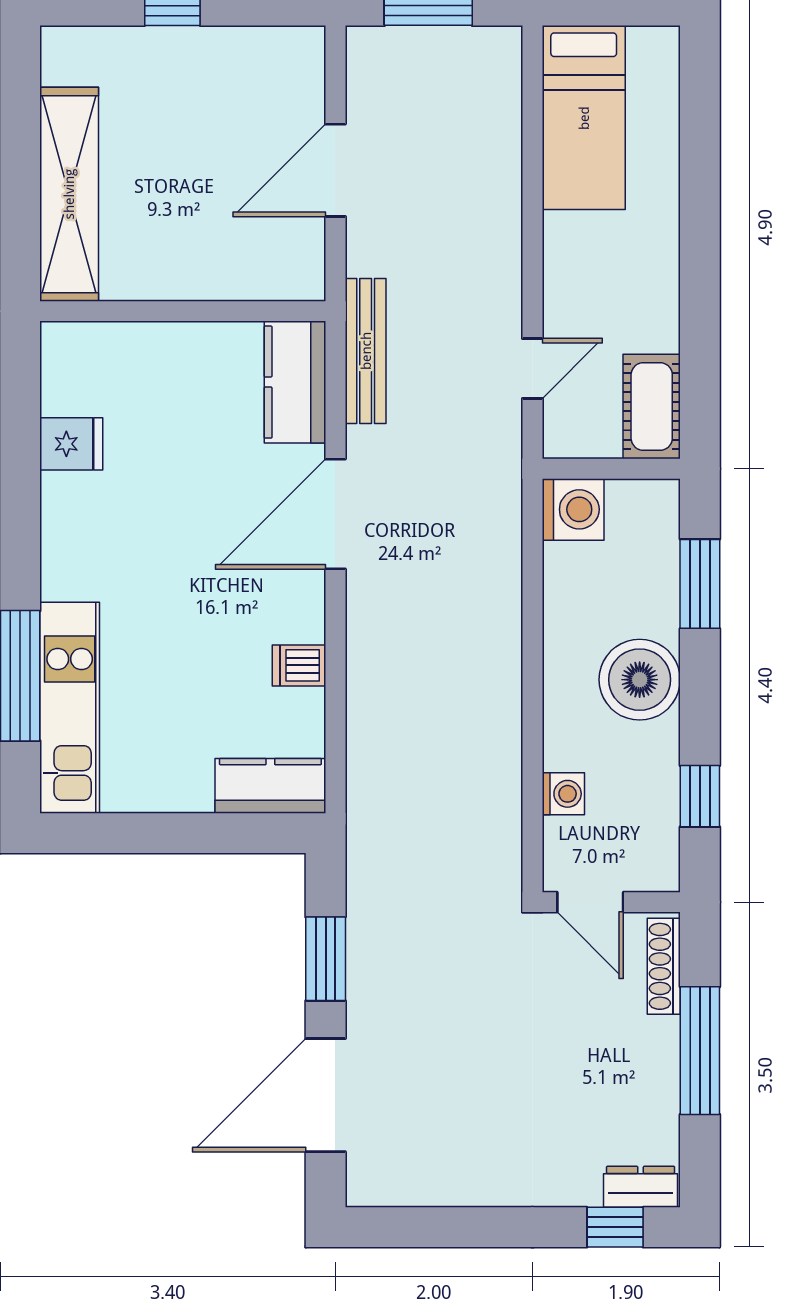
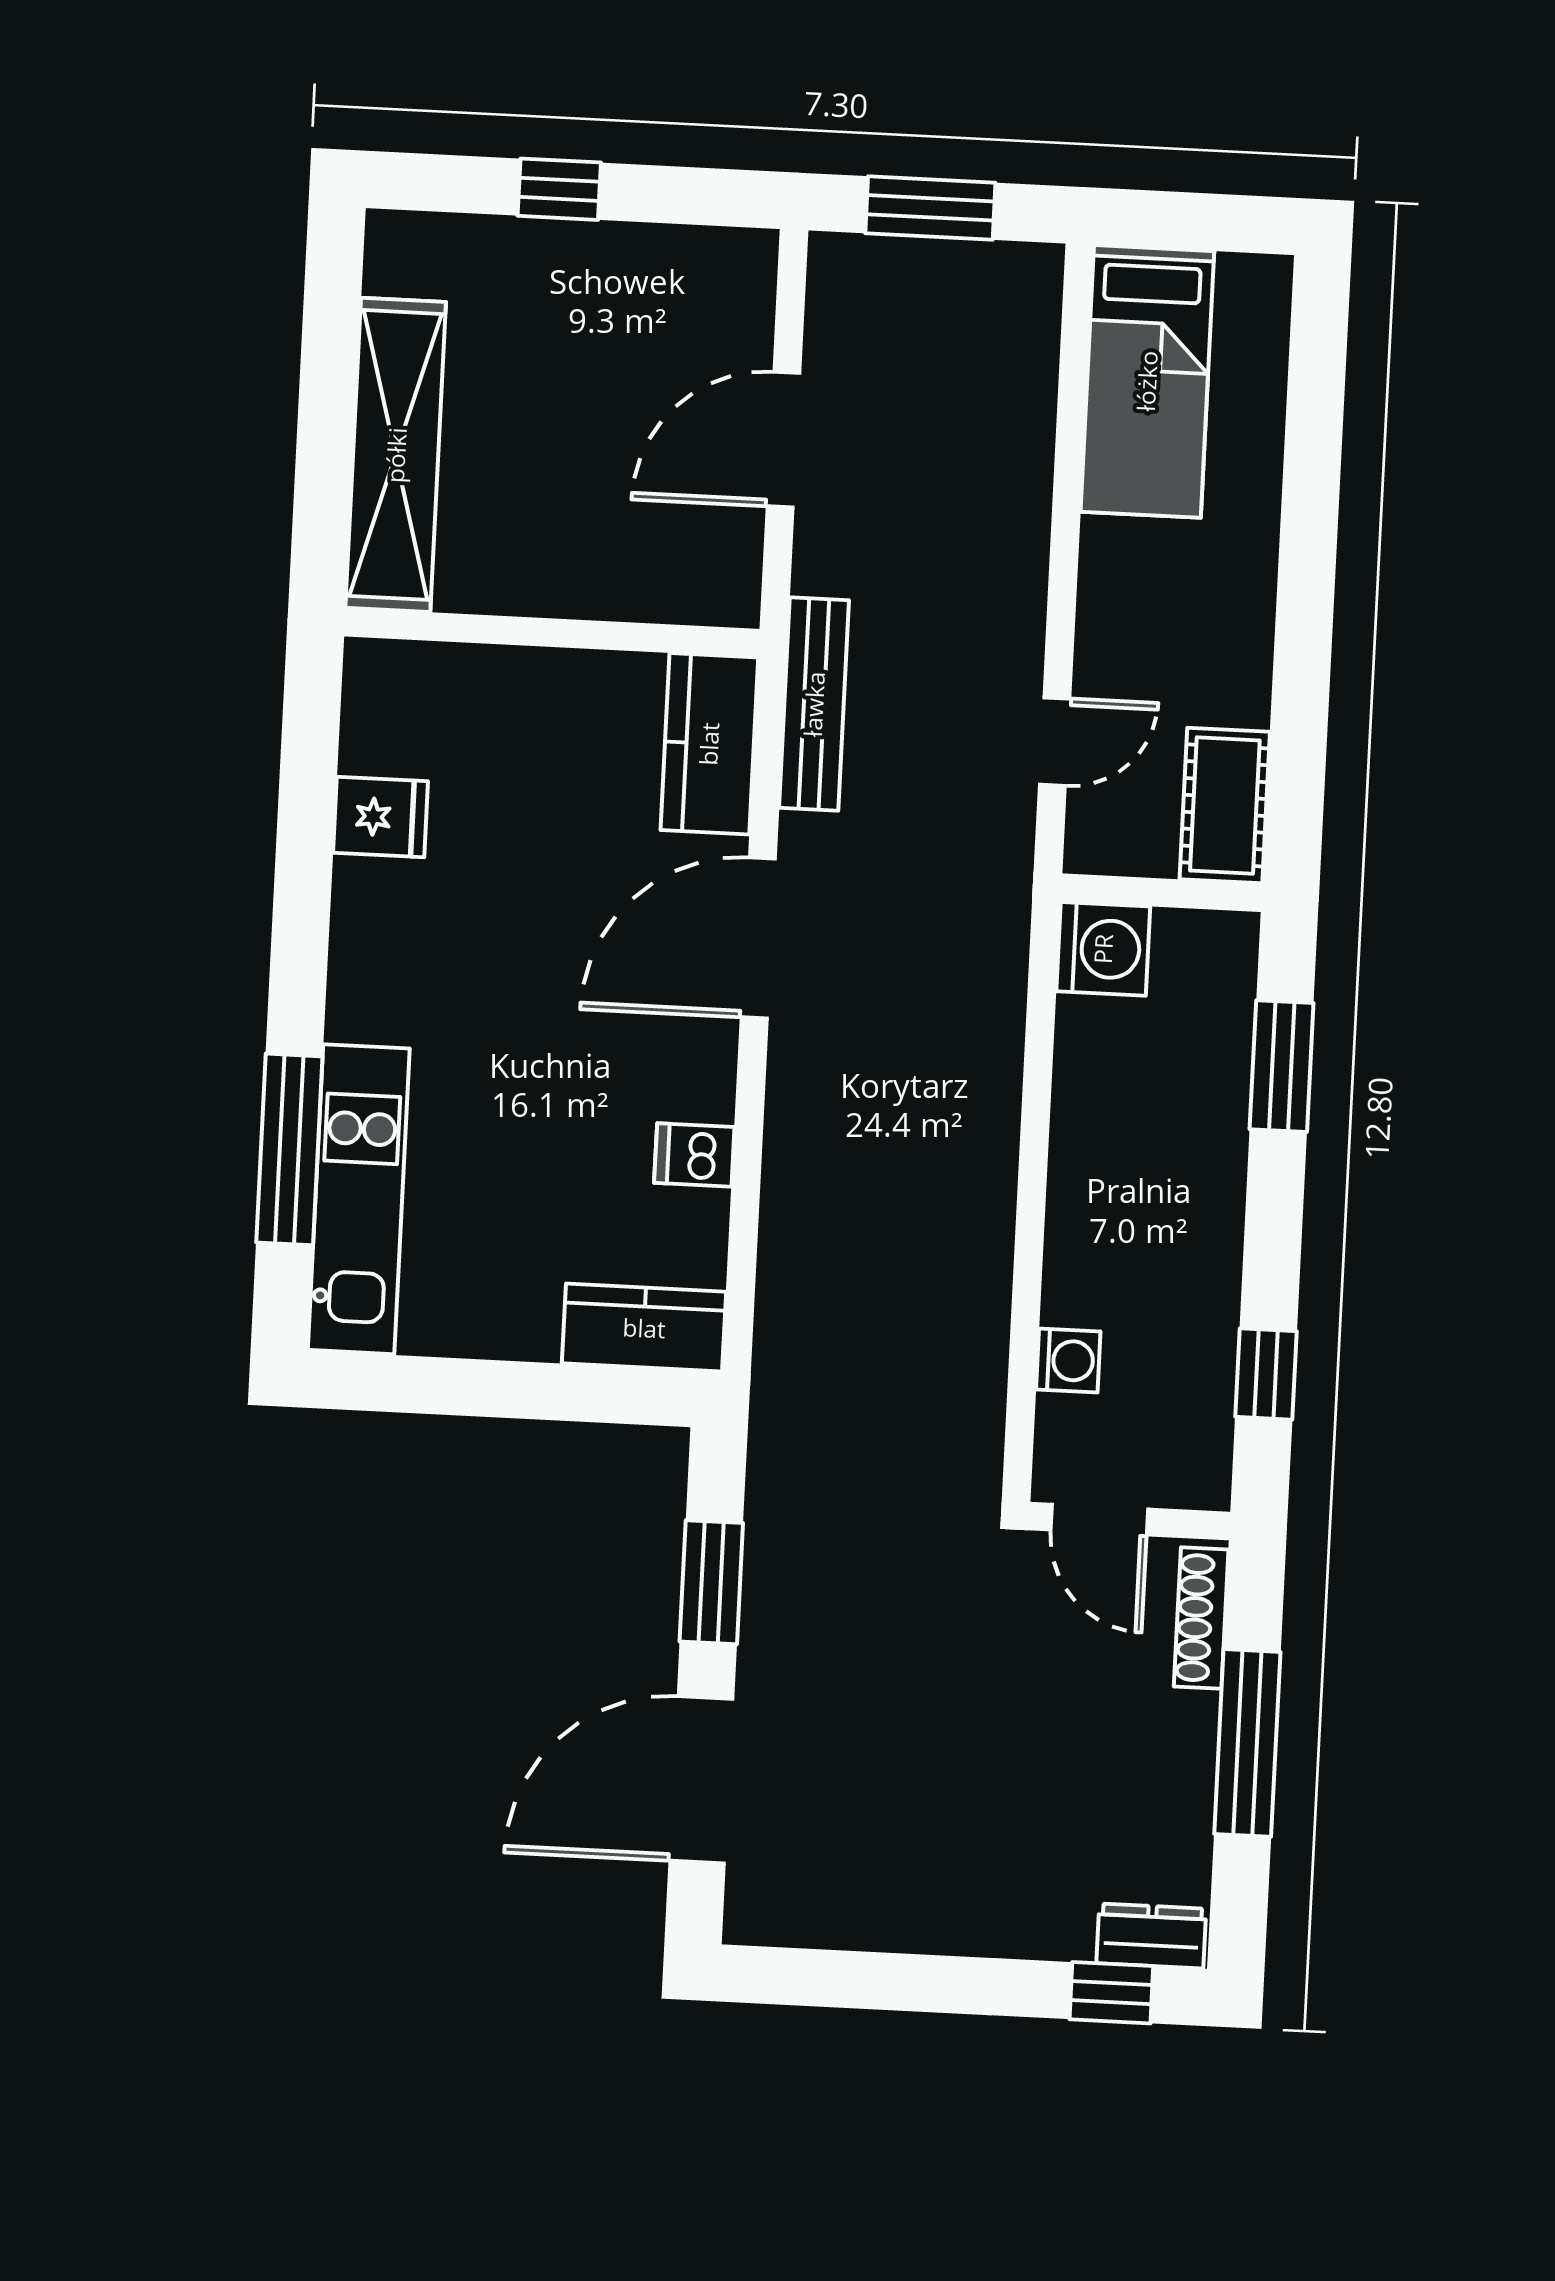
boiler: (640, 680) -> (1187, 1201), removed

